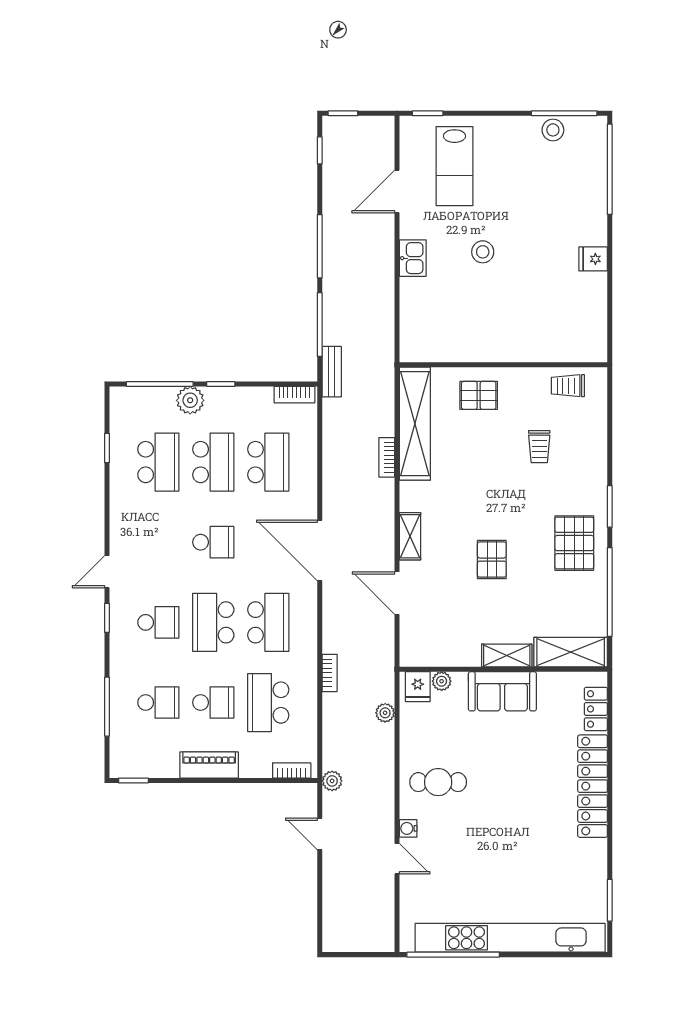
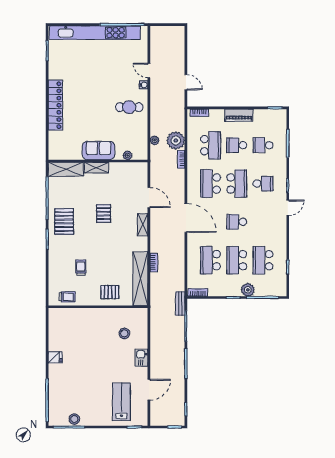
stool: (483, 252) -> (124, 333), moved
school desk: (158, 622) -> (263, 184), turned 180
fridge: (418, 687) -> (139, 153), removed
locker: (596, 709) -> (54, 142), removed
plant: (332, 781) -> (176, 141), moved, width x1.88, depth x1.88

